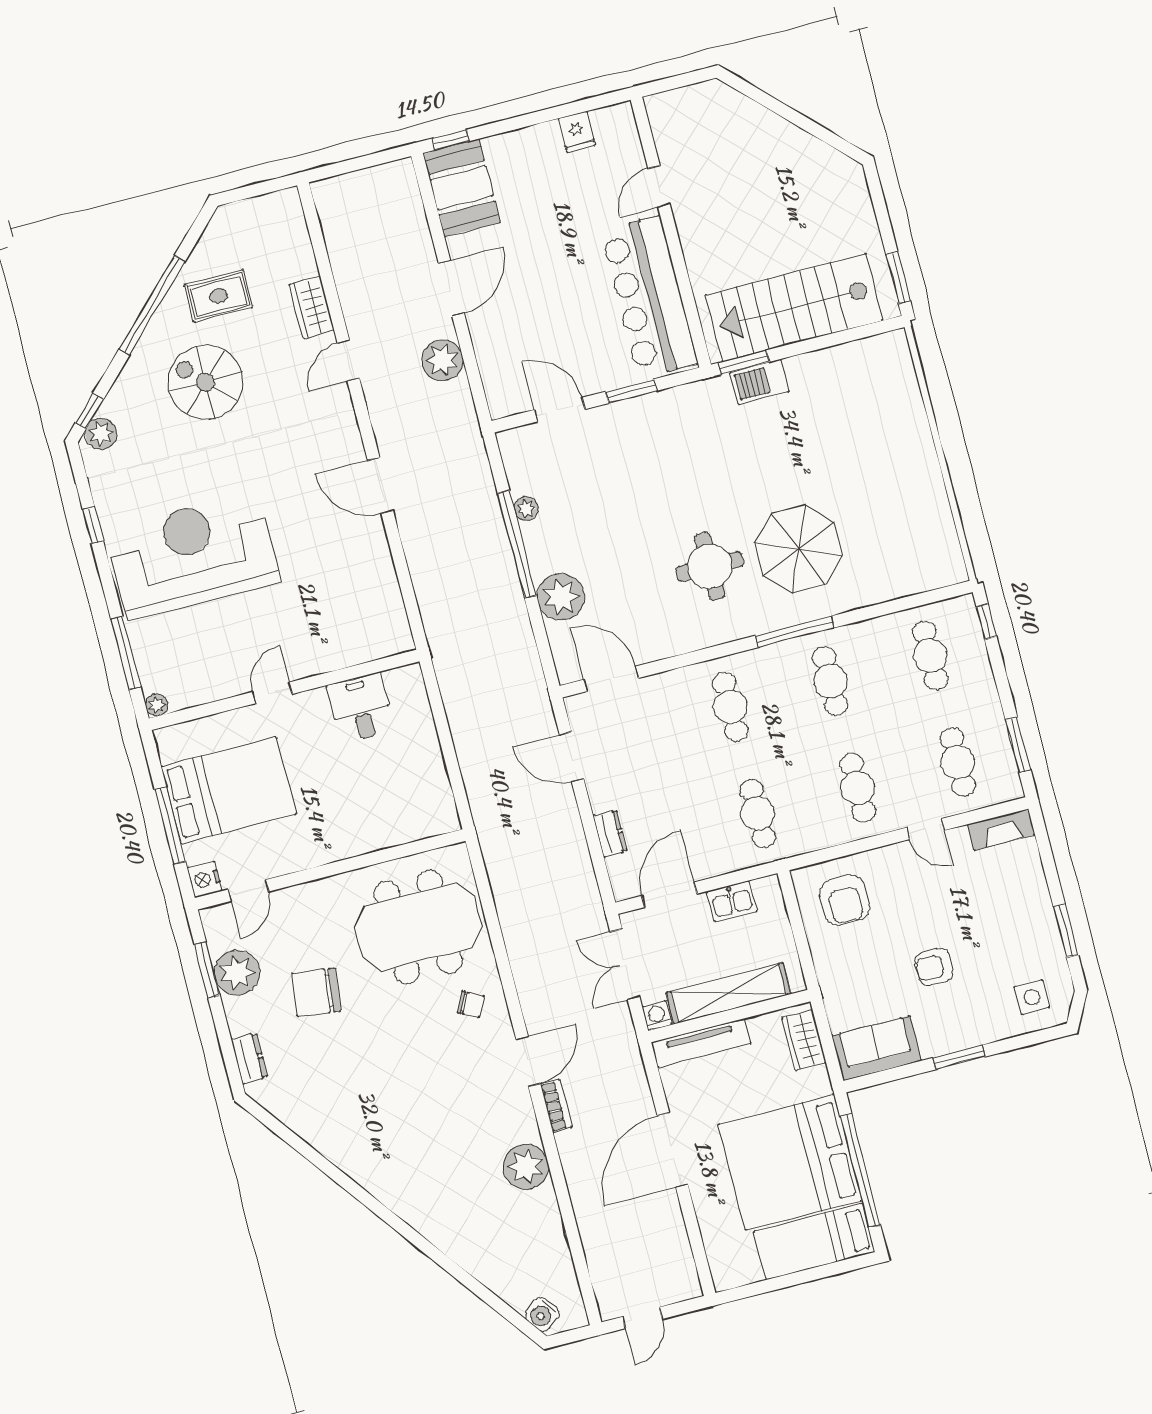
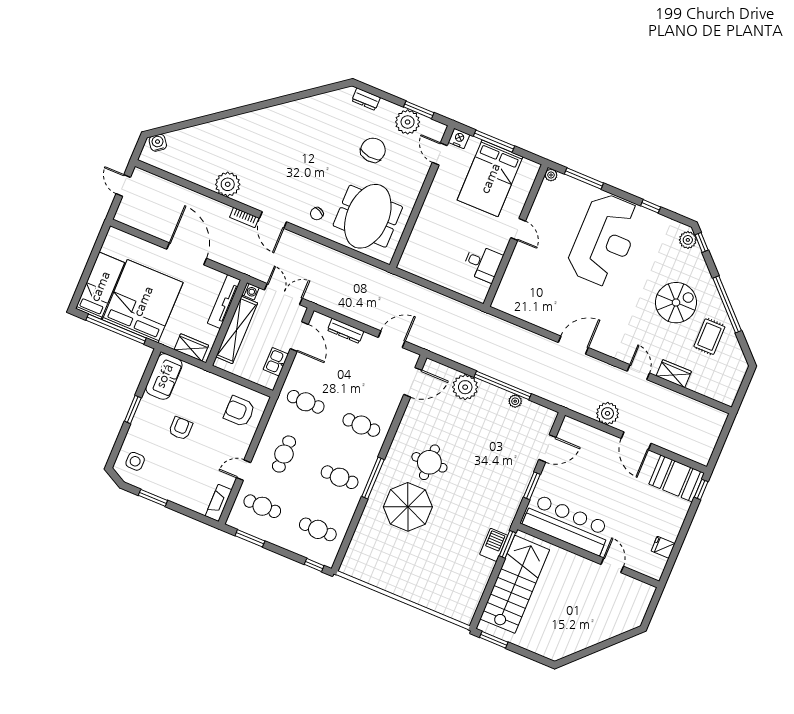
cafe table: (858, 788) -> (284, 454), turned 90
dresser: (610, 833) -> (346, 331), width x1.44

